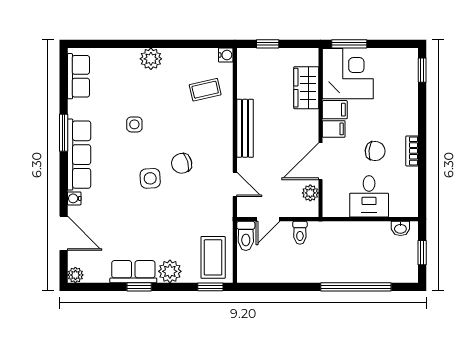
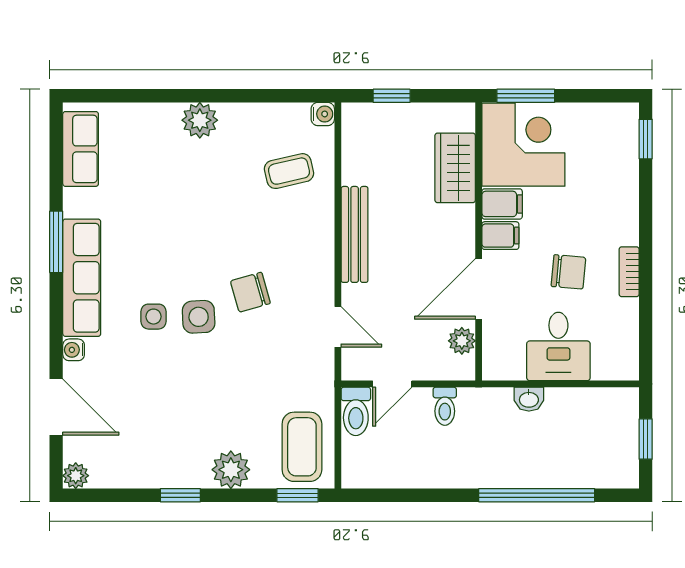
side table: (134, 124) -> (154, 317), moved
washbasin: (400, 228) -> (529, 399), moved
row of seats: (133, 272) -> (171, 470), removed

